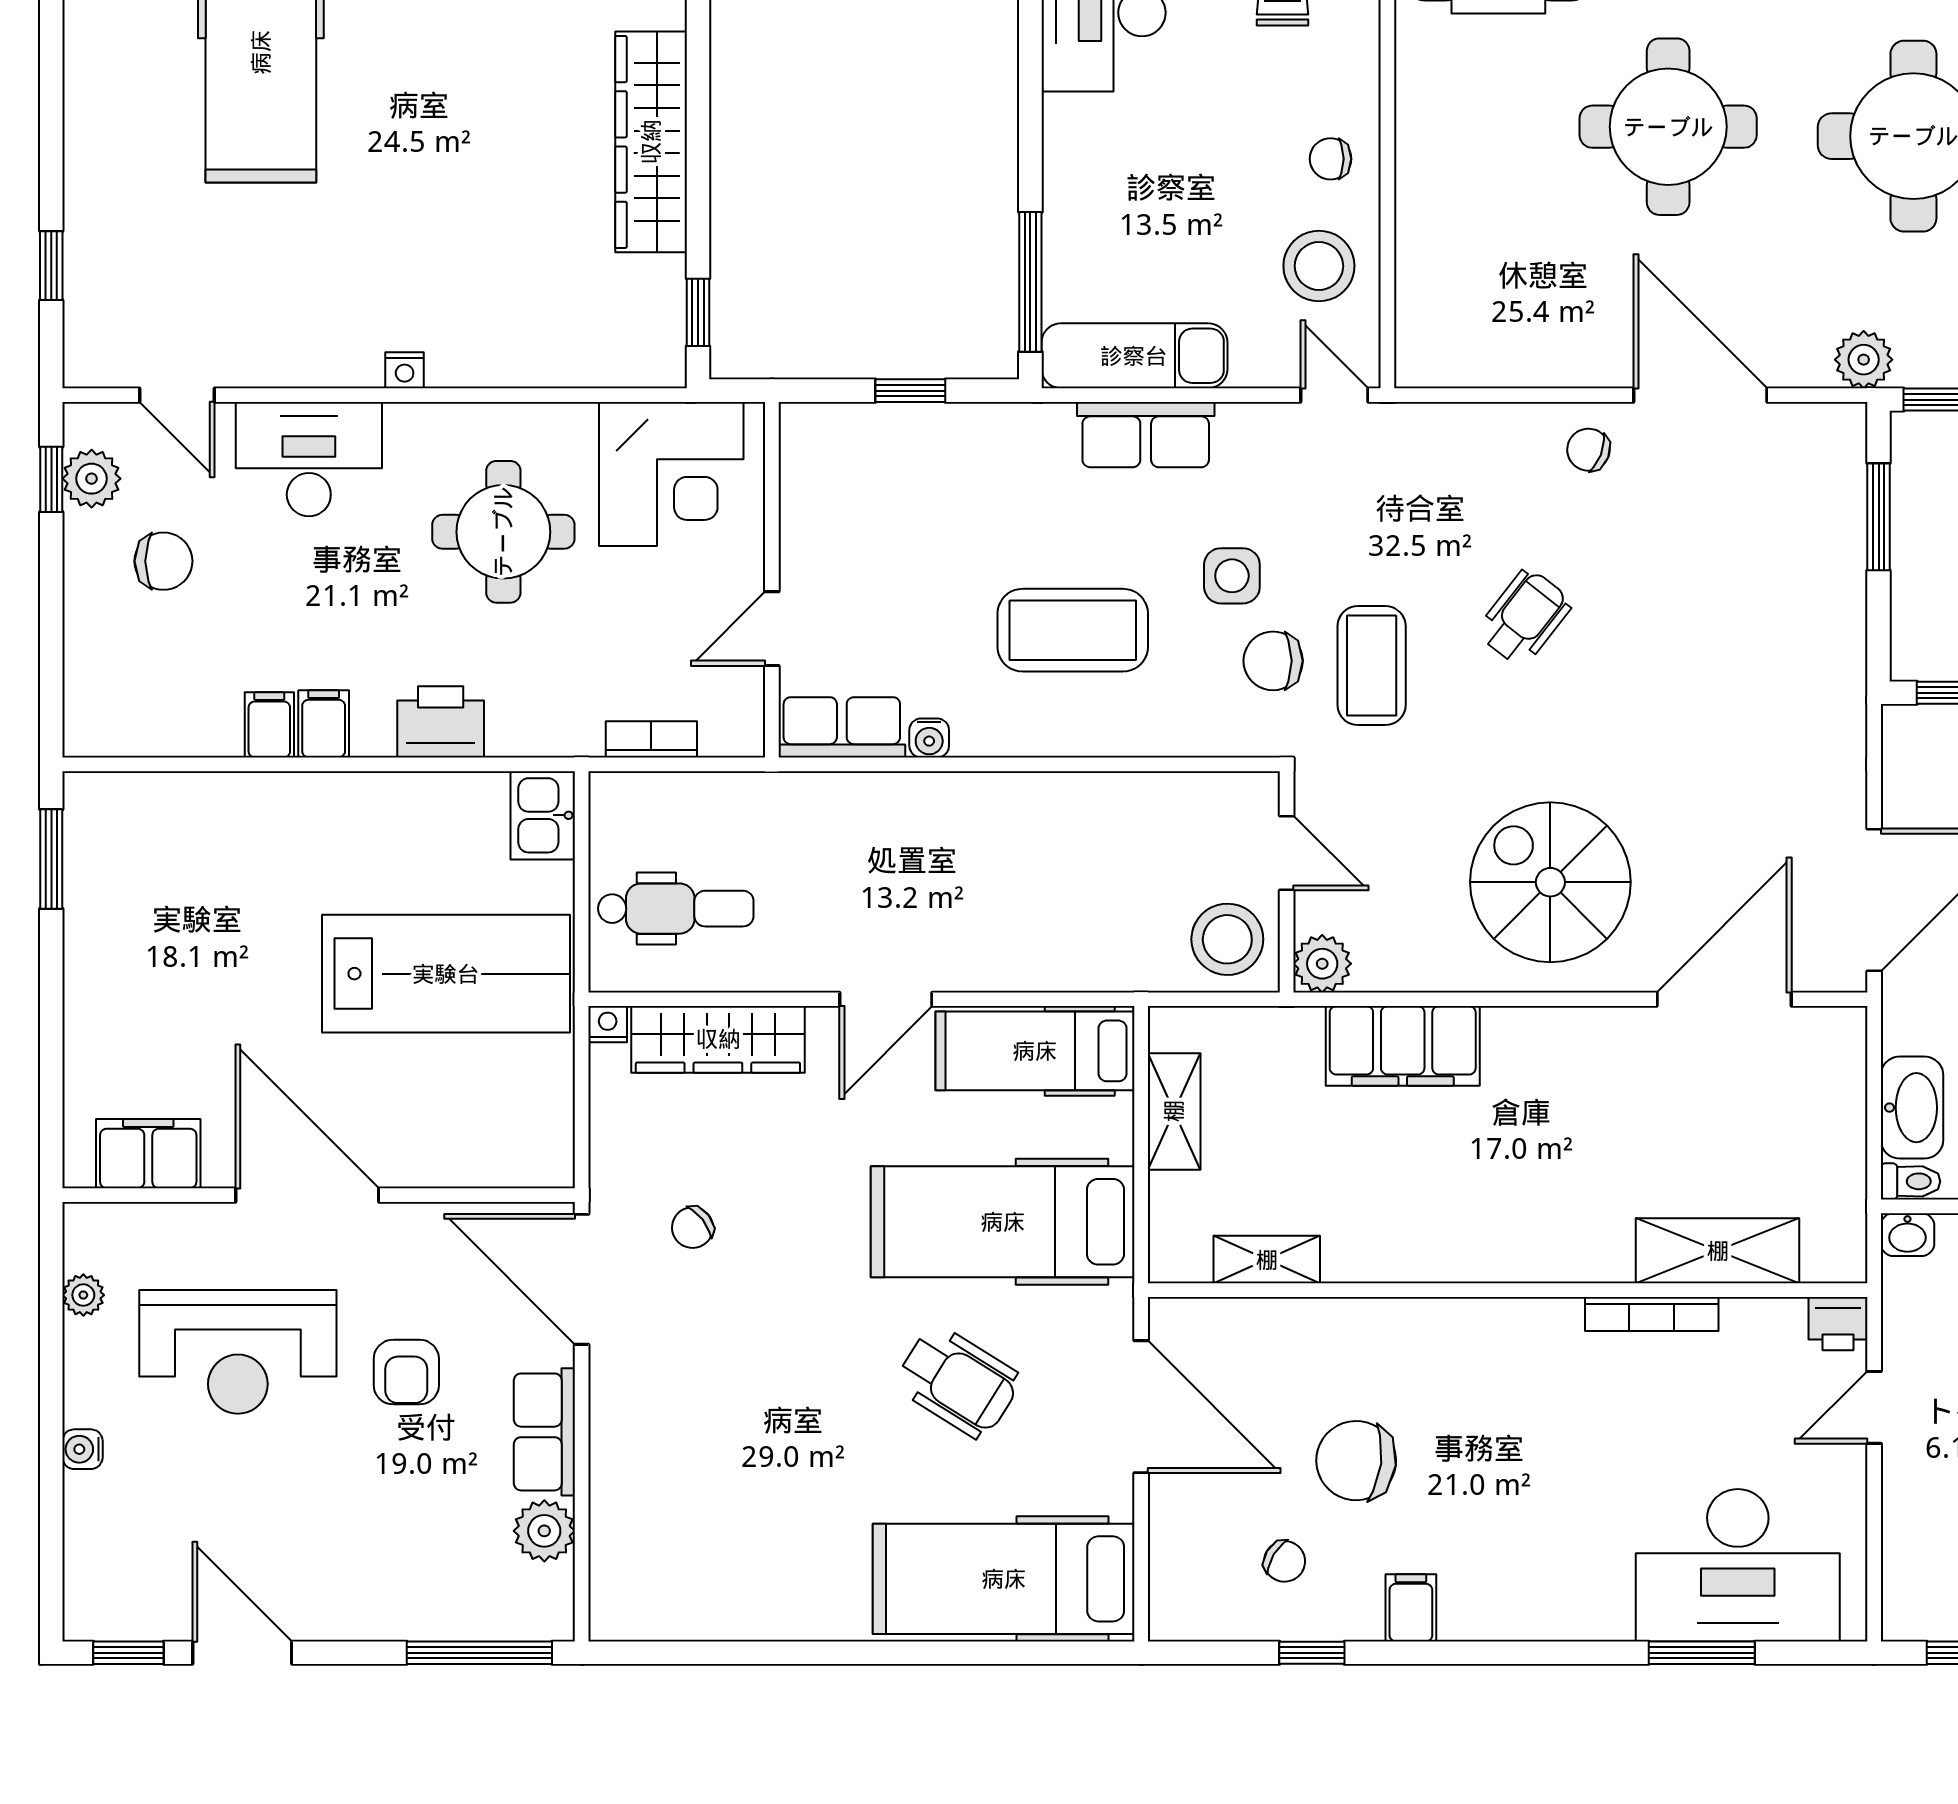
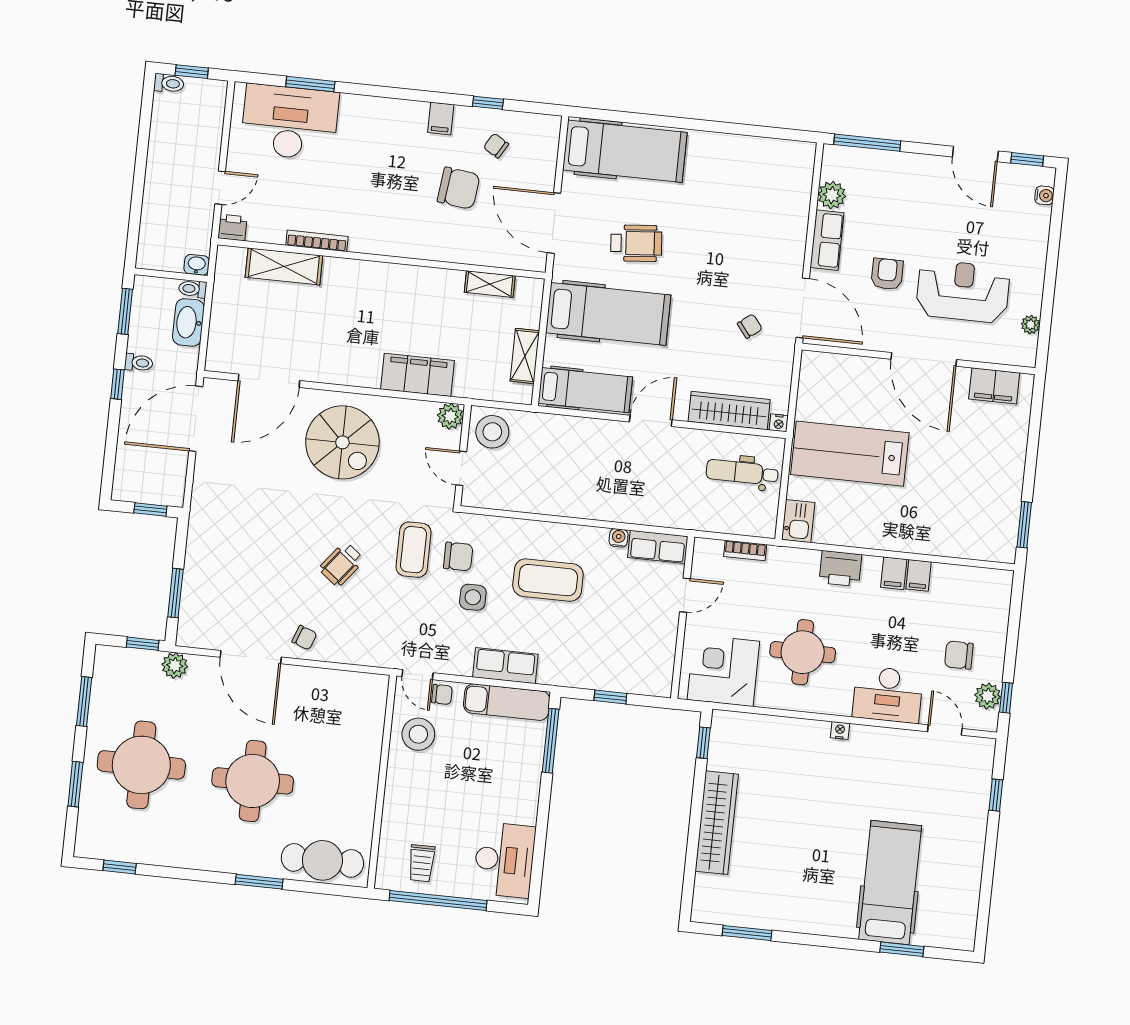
chair: (1330, 159) -> (442, 694), moved
wheelchair: (958, 1382) -> (636, 243), turned 143
water cooler: (83, 1449) -> (1044, 195), moved

